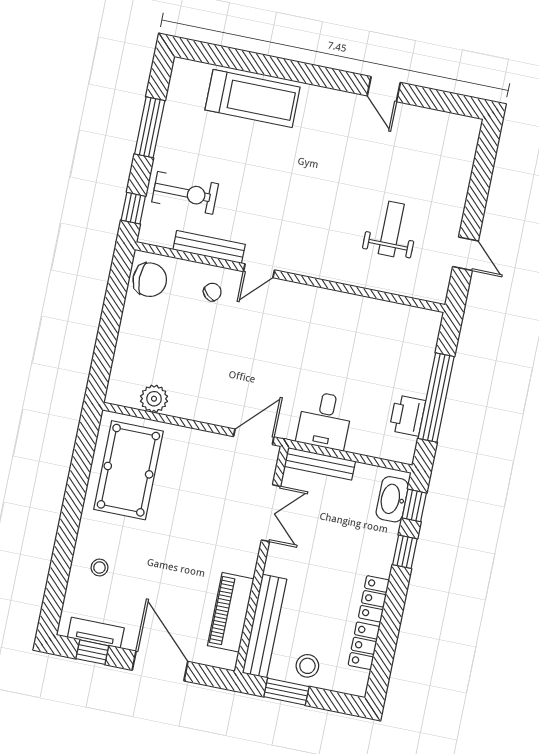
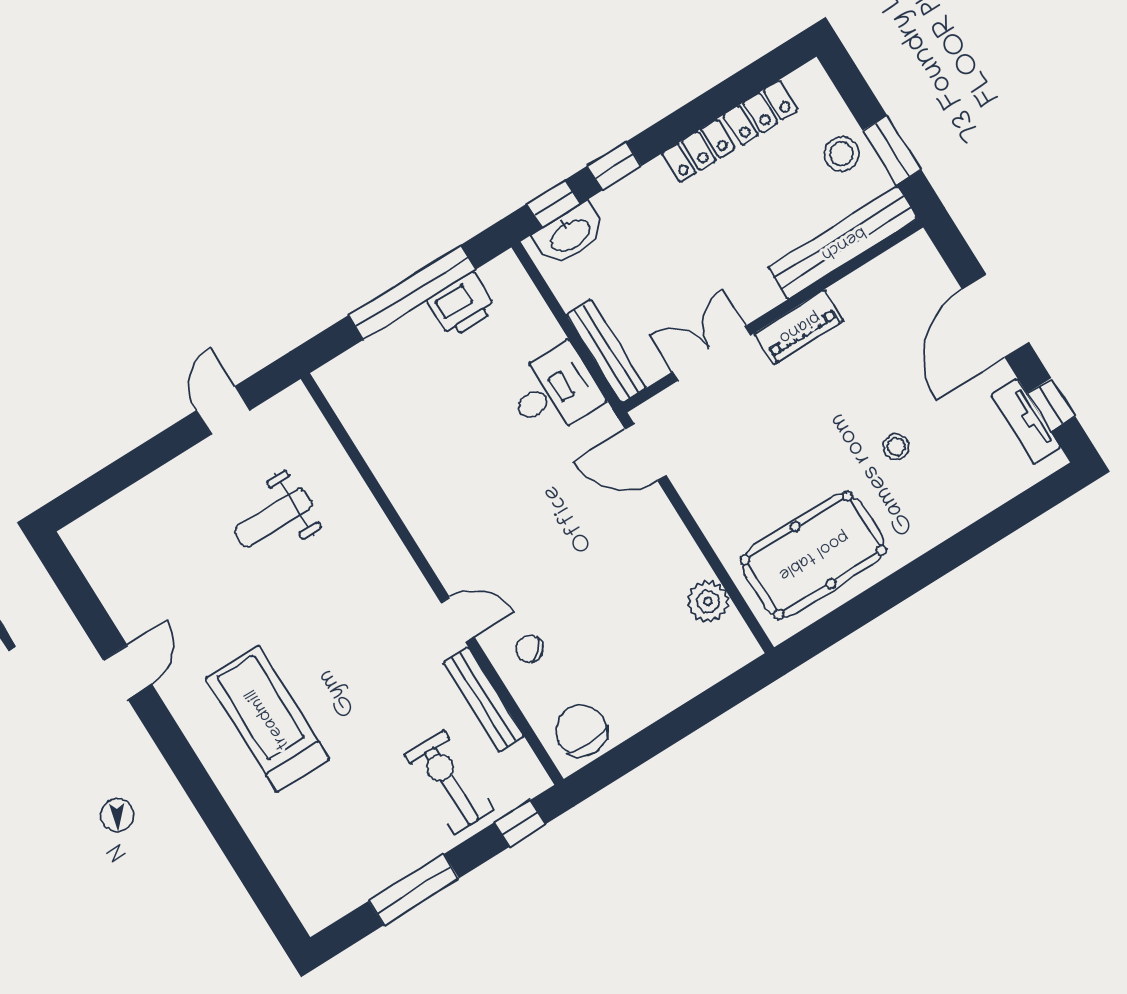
treadmill: (253, 99) -> (268, 719), moved
stool: (99, 568) -> (896, 447), moved
piano: (231, 612) -> (799, 327), moved, width x0.73, depth x0.75

